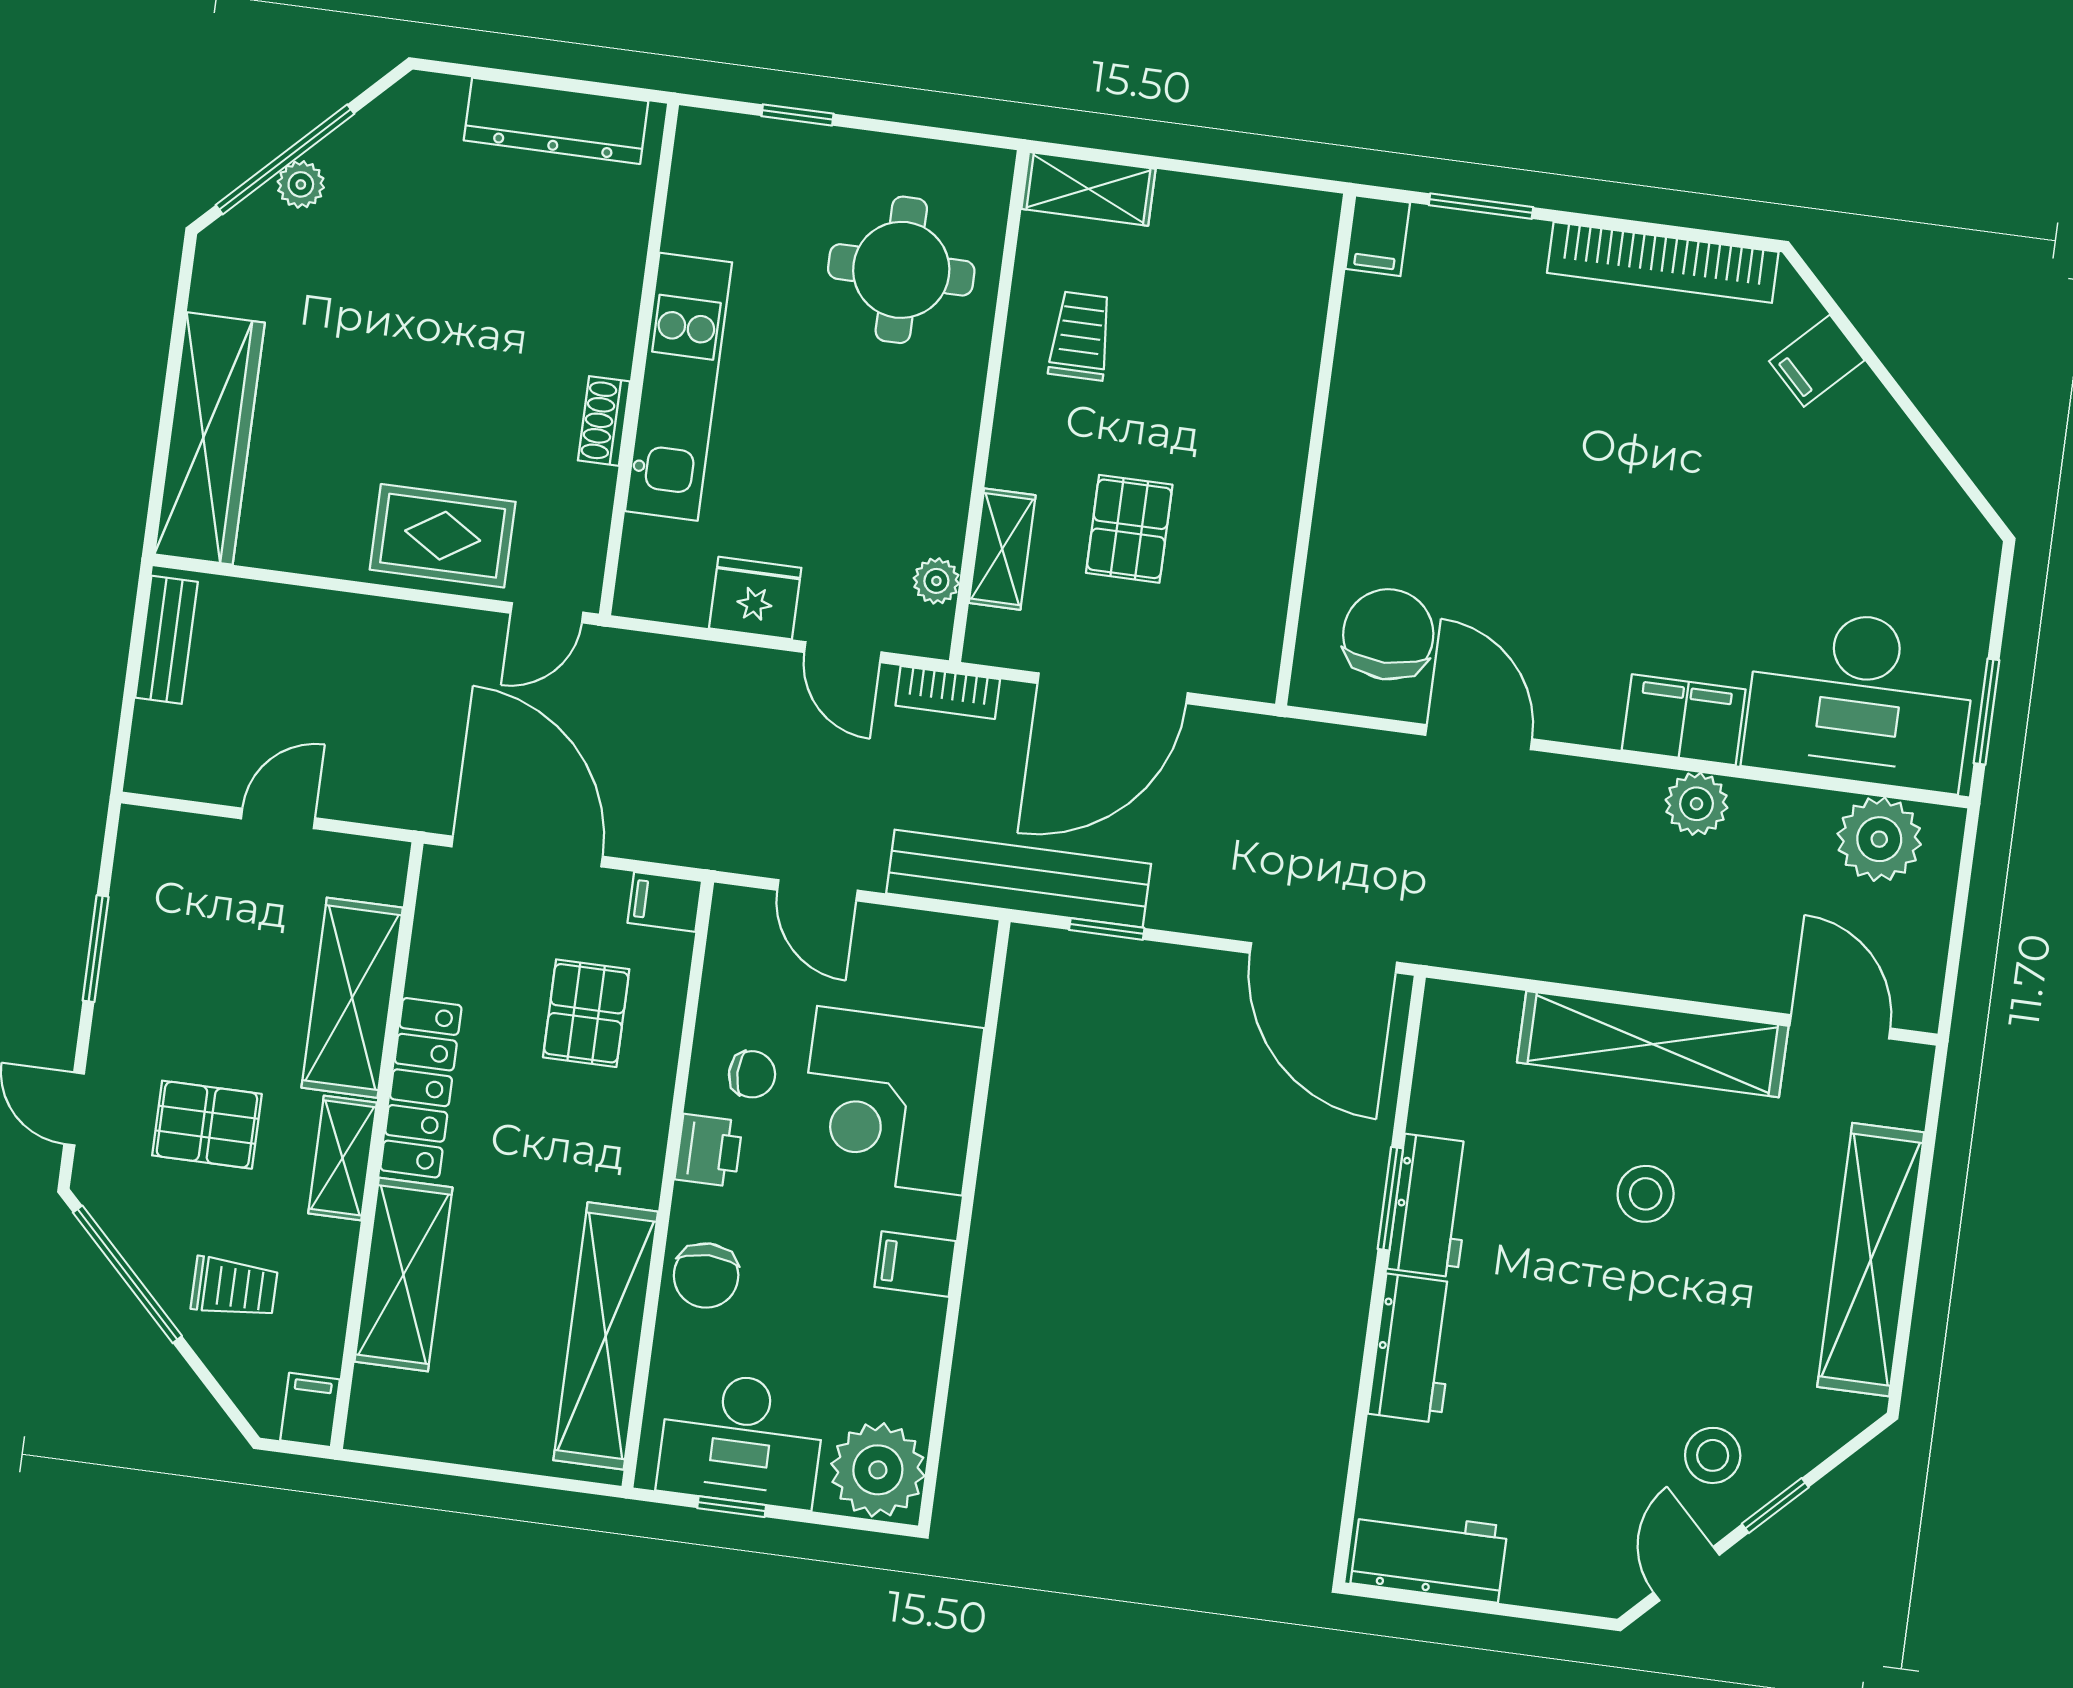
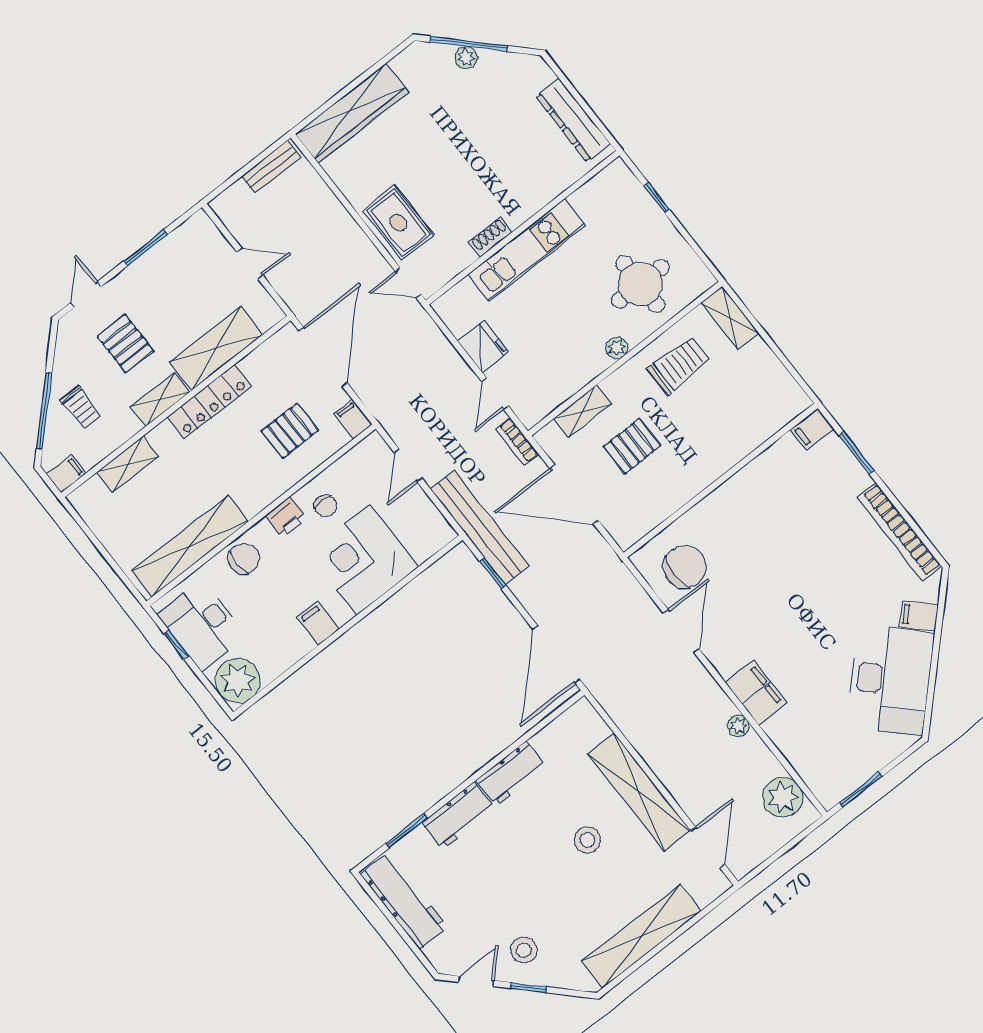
trolley: (1081, 336) -> (679, 365), width x1.36, depth x1.39
plant: (936, 581) -> (617, 348), moved
desk: (1860, 699) -> (890, 680), moved, turned -135
plant: (1696, 804) -> (738, 726), width x0.73, depth x0.73
window: (1390, 1199) -> (407, 831), moved
window: (127, 1274) -> (44, 411), moved
shelving: (403, 1275) -> (128, 464), width x0.67, depth x0.75
chair: (706, 1276) -> (244, 559), turned 180
workbench: (1429, 1555) -> (404, 901), width x1.38

